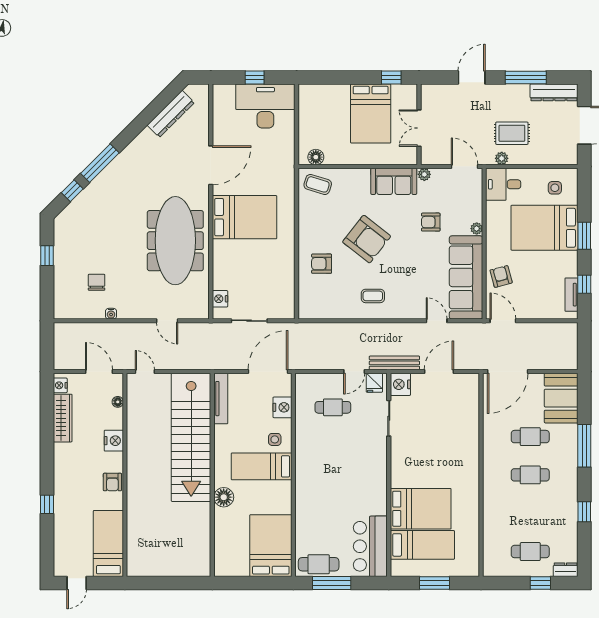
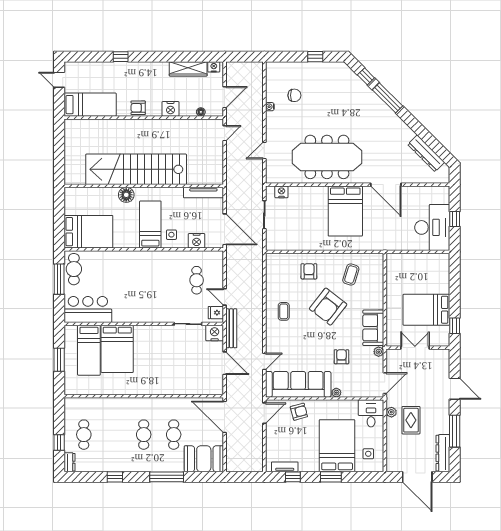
floor lamp: (316, 157) -> (392, 267), removed
coffee table: (318, 184) -> (351, 275), moved
stairs: (191, 437) -> (136, 169), moved

